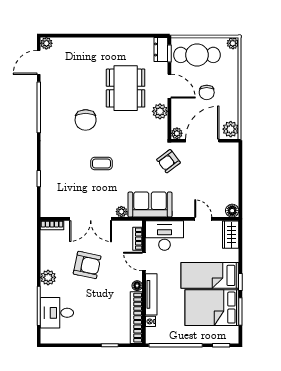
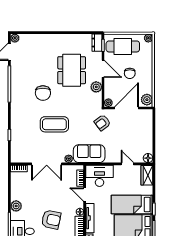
coffee table: (102, 164) -> (54, 124), width x1.86, depth x1.72
armchair: (87, 265) -> (51, 220), moved

